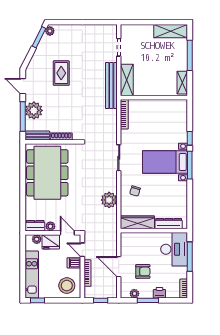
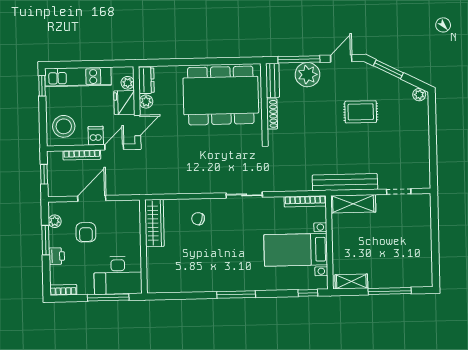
shelving: (171, 31) -> (423, 263), removed
window: (39, 37) -> (388, 69), moved
window: (190, 138) -> (308, 293), moved
bed with nightstands: (165, 162) -> (296, 250), moved, turned -90
plant: (109, 200) -> (185, 183), removed
dresser: (169, 224) -> (154, 267), removed

